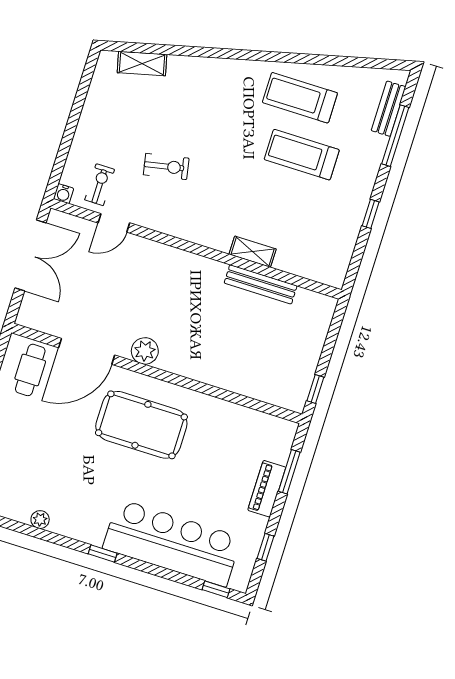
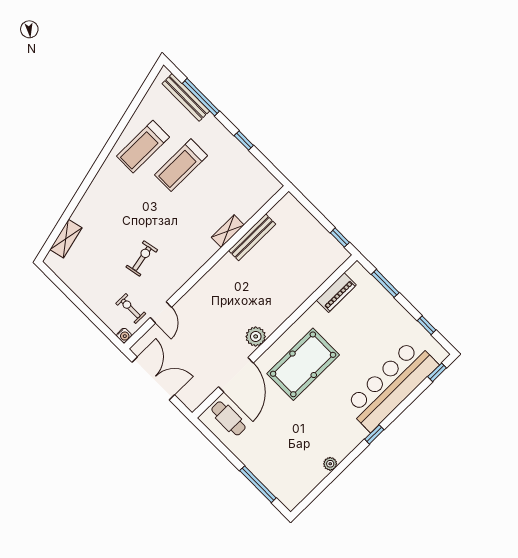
bench: (388, 109) -> (186, 97), width x1.36
piano: (267, 489) -> (336, 293), moved, turned -90

